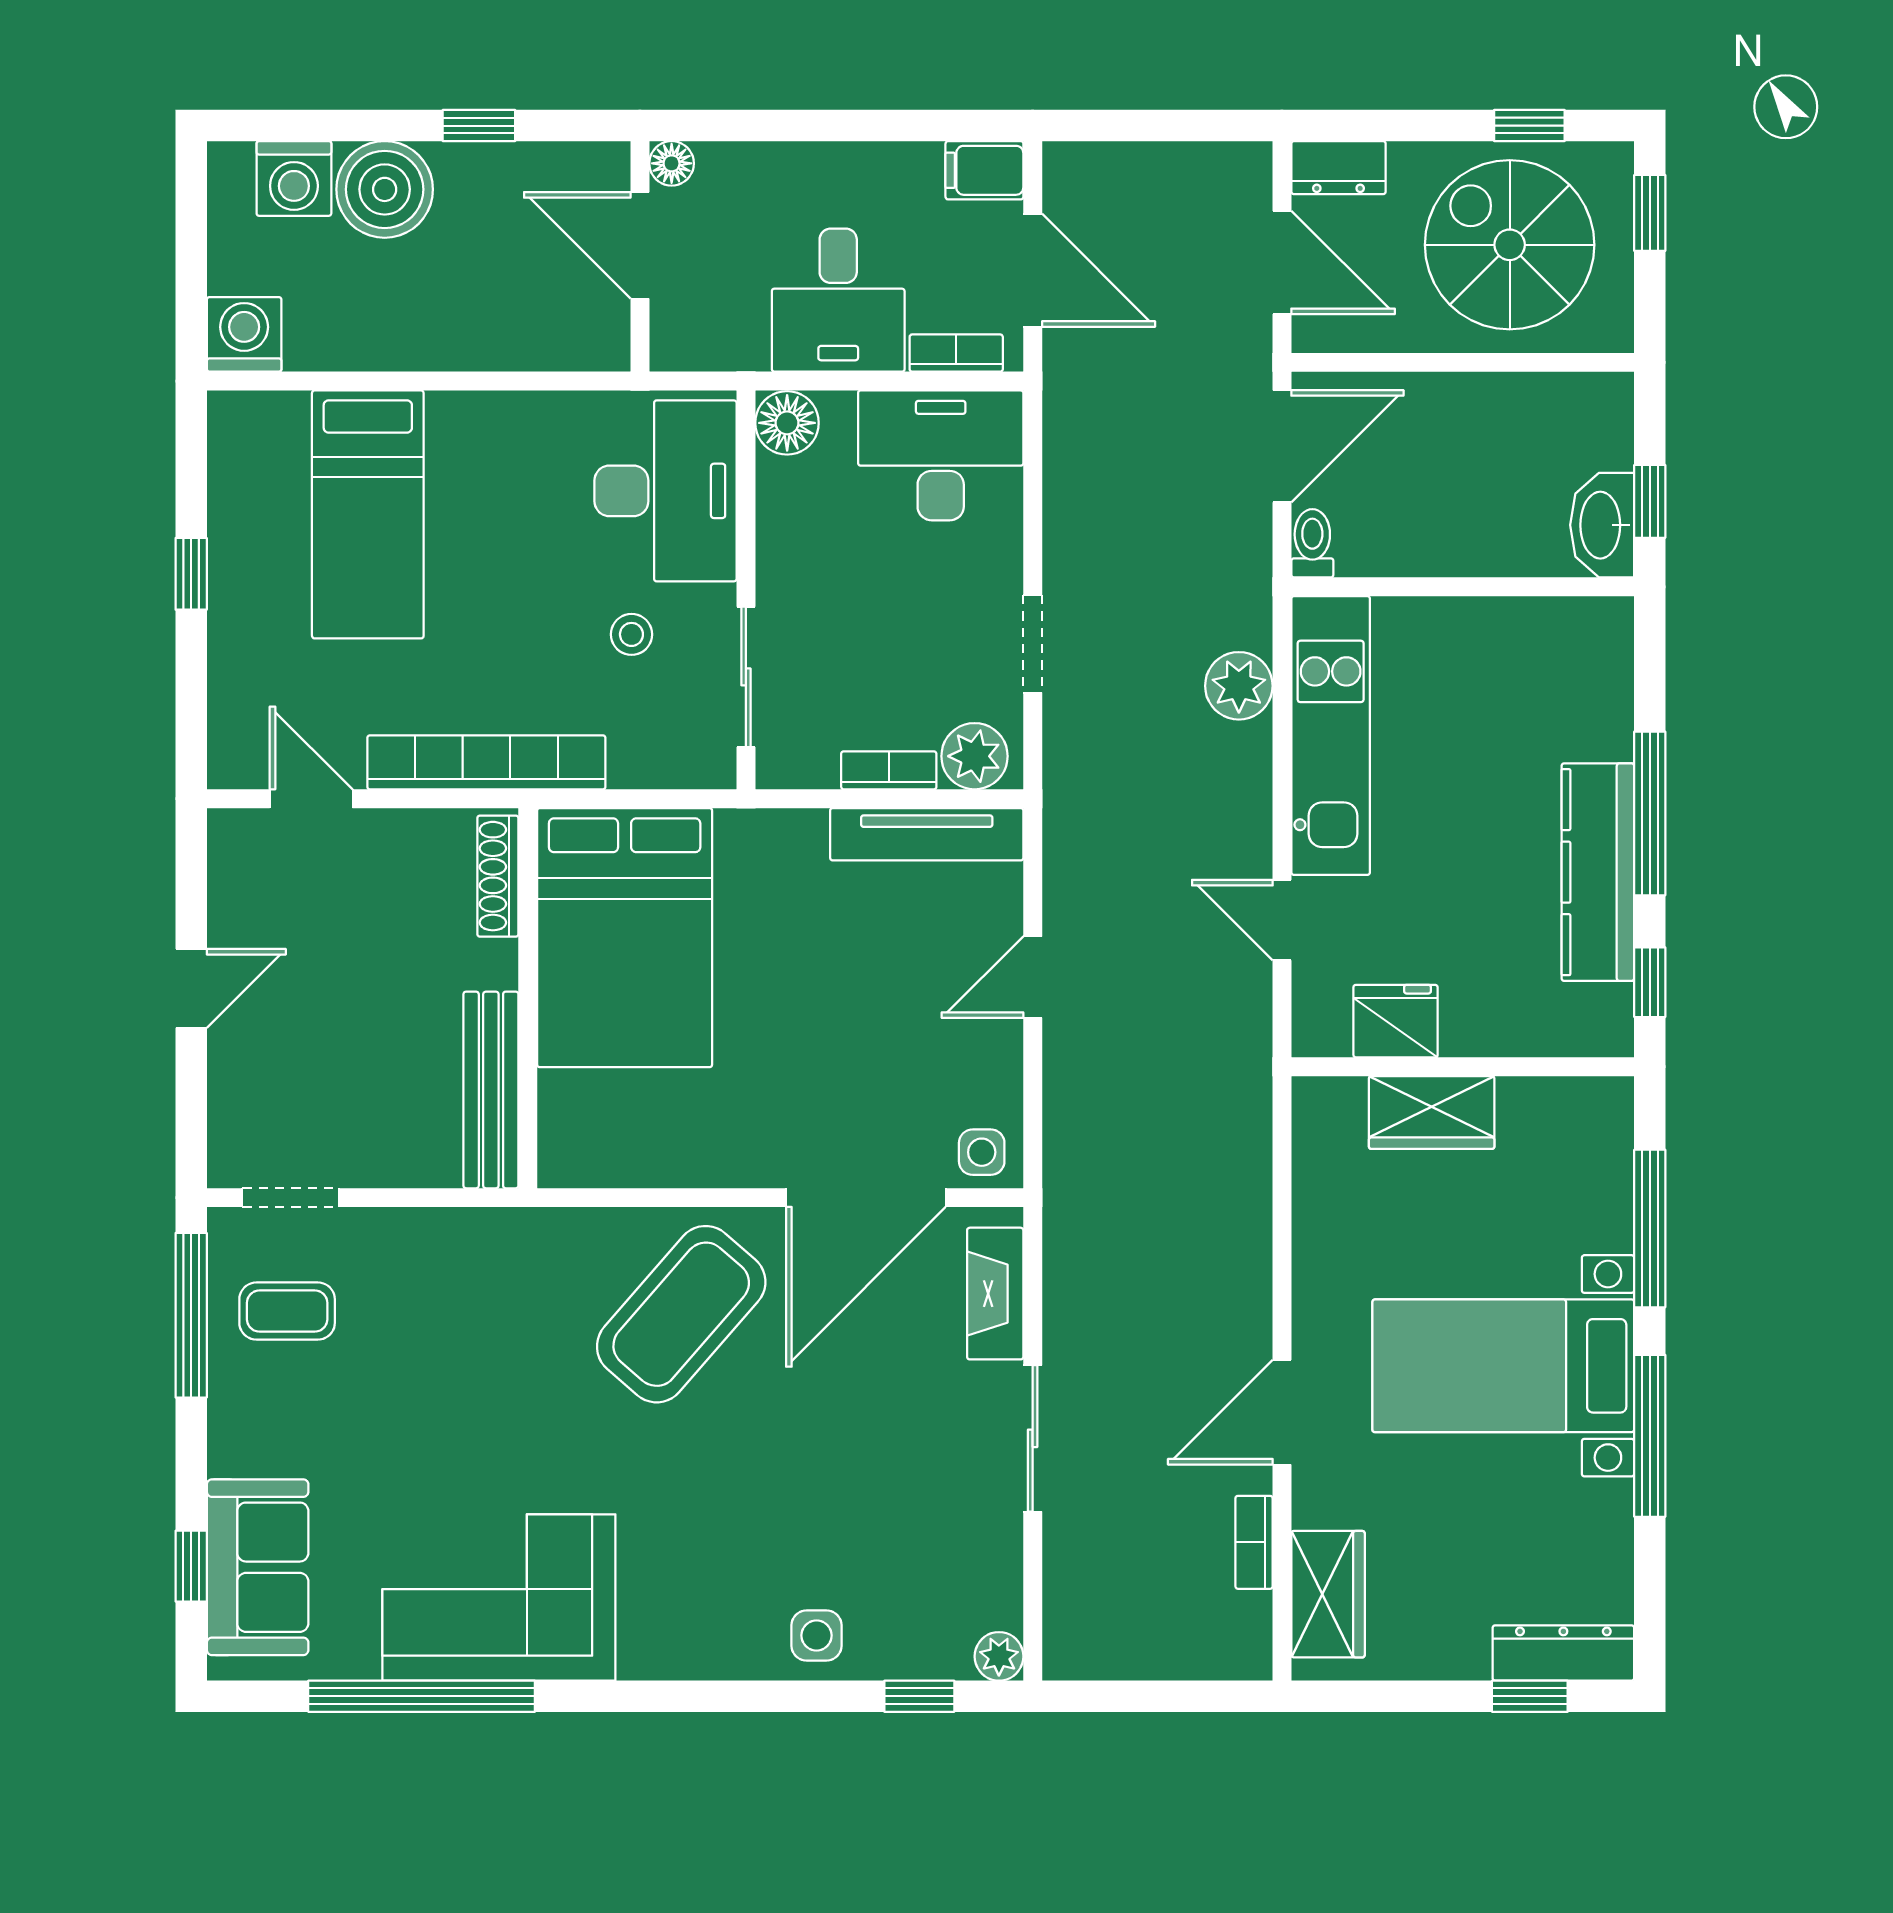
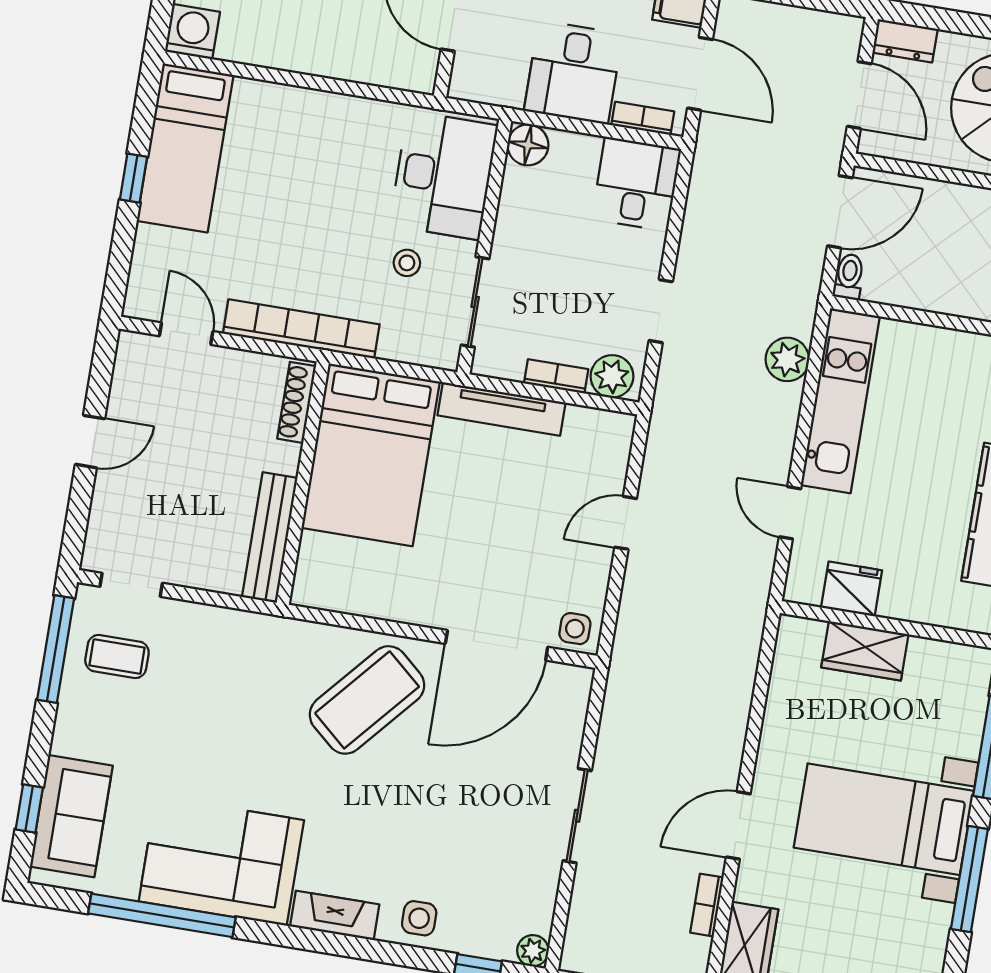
desk: (941, 455) -> (636, 184), width x0.73
bed: (368, 514) -> (185, 148), moved
tv unit: (927, 834) -> (502, 409), moved
fireplace: (995, 1294) -> (335, 915), moved, turned 90

